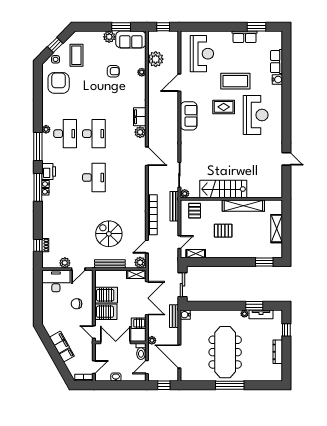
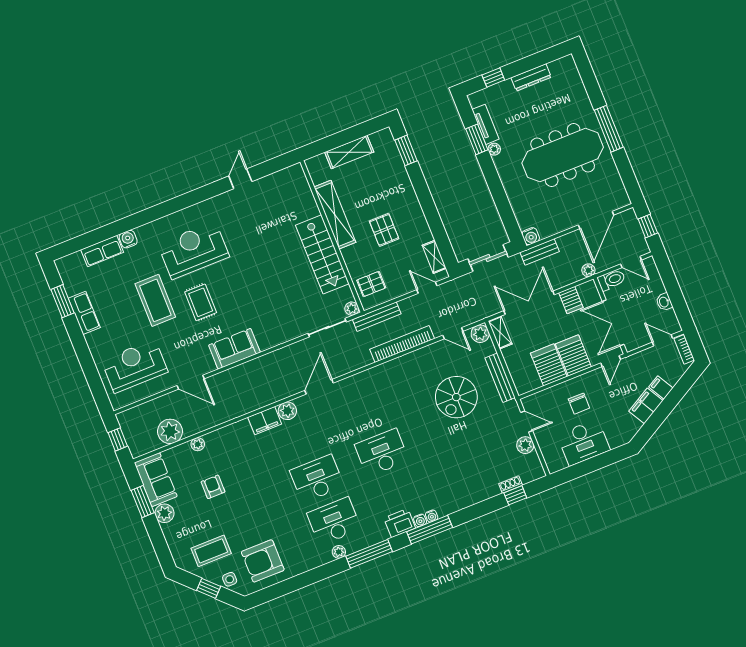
desk: (56, 281) -> (584, 442), moved, turned -90

